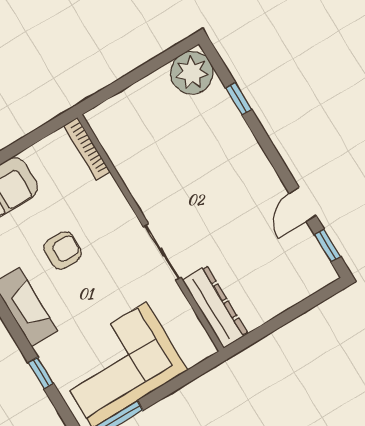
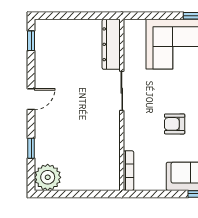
door: (303, 204) -> (31, 99), moved

